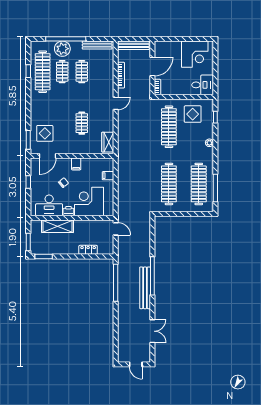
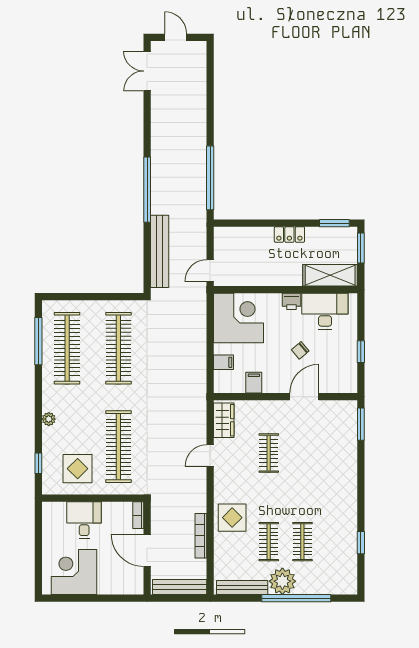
plant: (62, 49) -> (282, 581), moved
door: (152, 67) -> (147, 551), hinge flipped
clothes rail: (43, 72) -> (336, 542), removed
desk: (203, 85) -> (84, 520), moved, turned 90
door: (116, 103) -> (210, 456), moved
display table: (45, 133) -> (232, 518), moved
door: (48, 156) -> (304, 397), moved
filing cabinet: (76, 164) -> (254, 383), moved
corner desk: (89, 201) -> (239, 318), moved, turned -90
shelving: (58, 226) -> (330, 275), moved
door: (116, 229) -> (210, 271), hinge flipped
locker: (88, 250) -> (289, 235), moved
bench: (145, 288) -> (160, 251), moved
double door: (152, 331) -> (147, 71), moved

